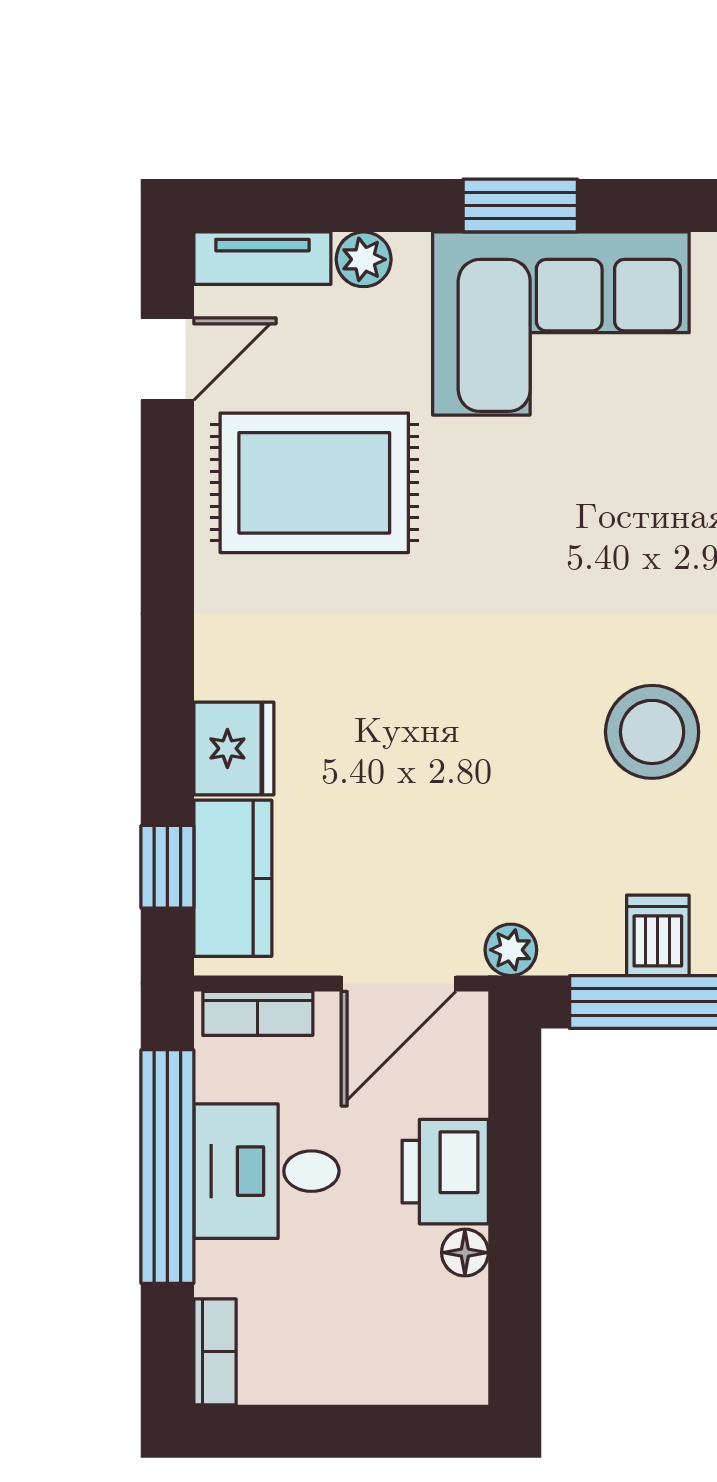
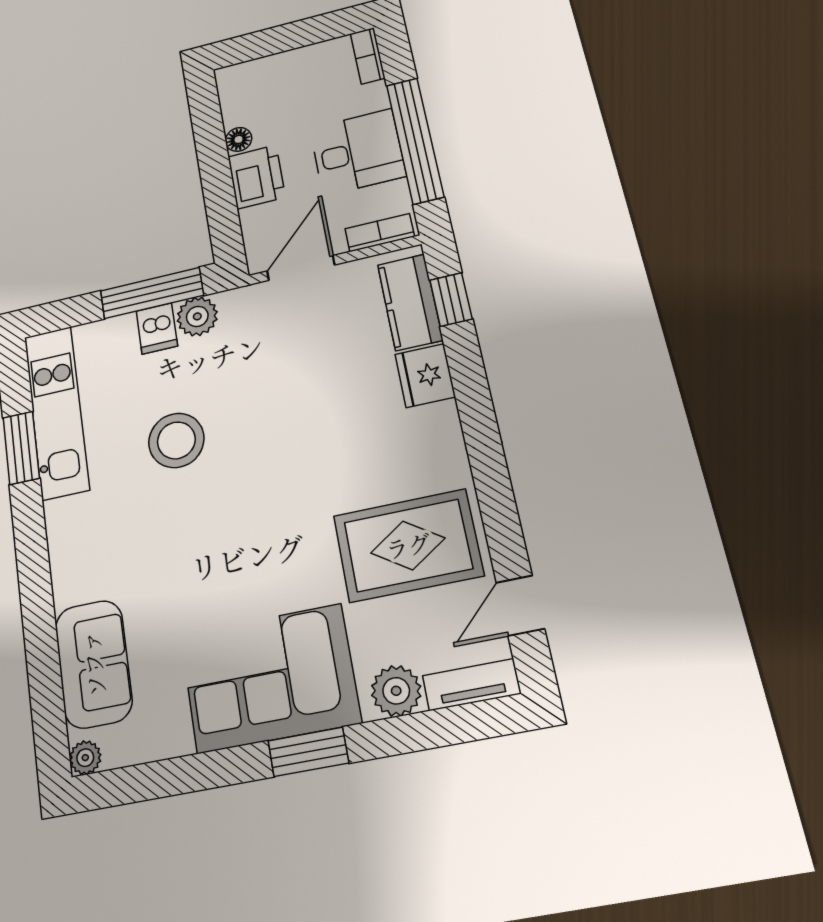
plant: (364, 259) -> (396, 691), width x1.38, depth x1.38
plant: (511, 950) -> (197, 316), moved, width x1.38, depth x1.38

